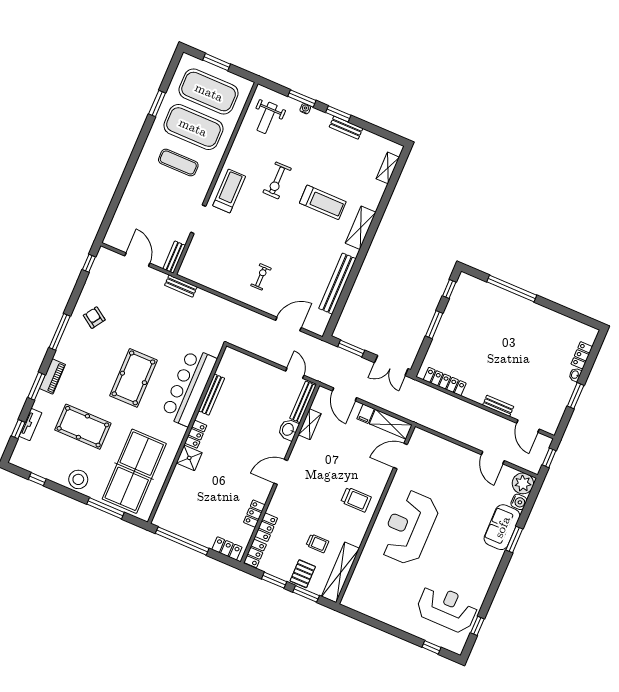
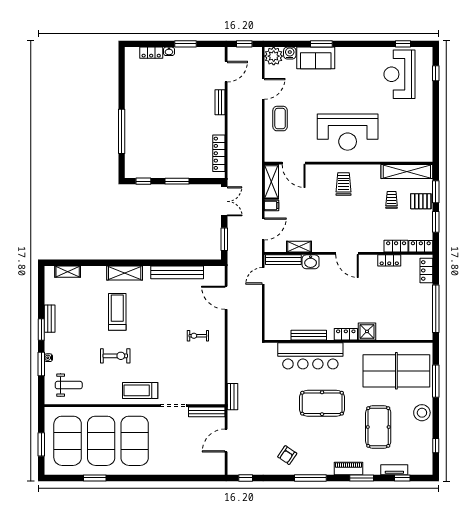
exercise mat: (178, 163) -> (135, 441), width x2.00, depth x1.45
bench: (174, 257) -> (207, 412), width x1.36
coffee table: (454, 462) -> (280, 119), added

